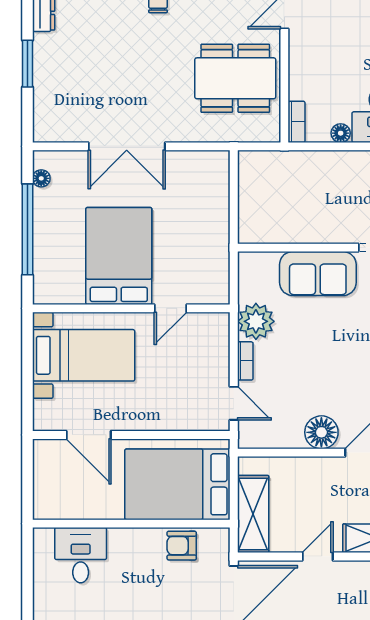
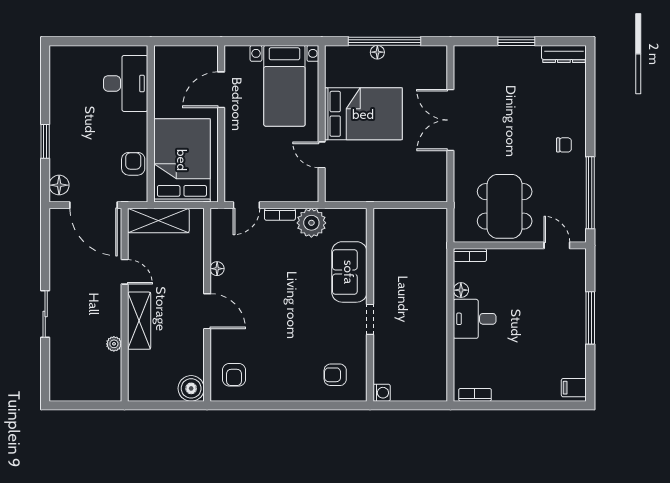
floor lamp: (41, 178) -> (377, 52), moved
floor lamp: (321, 432) -> (217, 269), width x0.53, depth x0.53
desk: (81, 555) -> (126, 83), width x1.37

